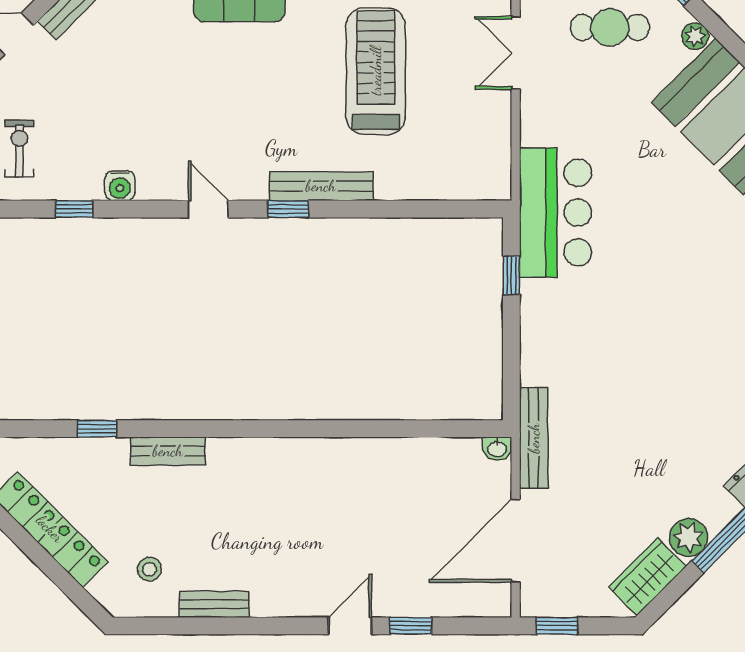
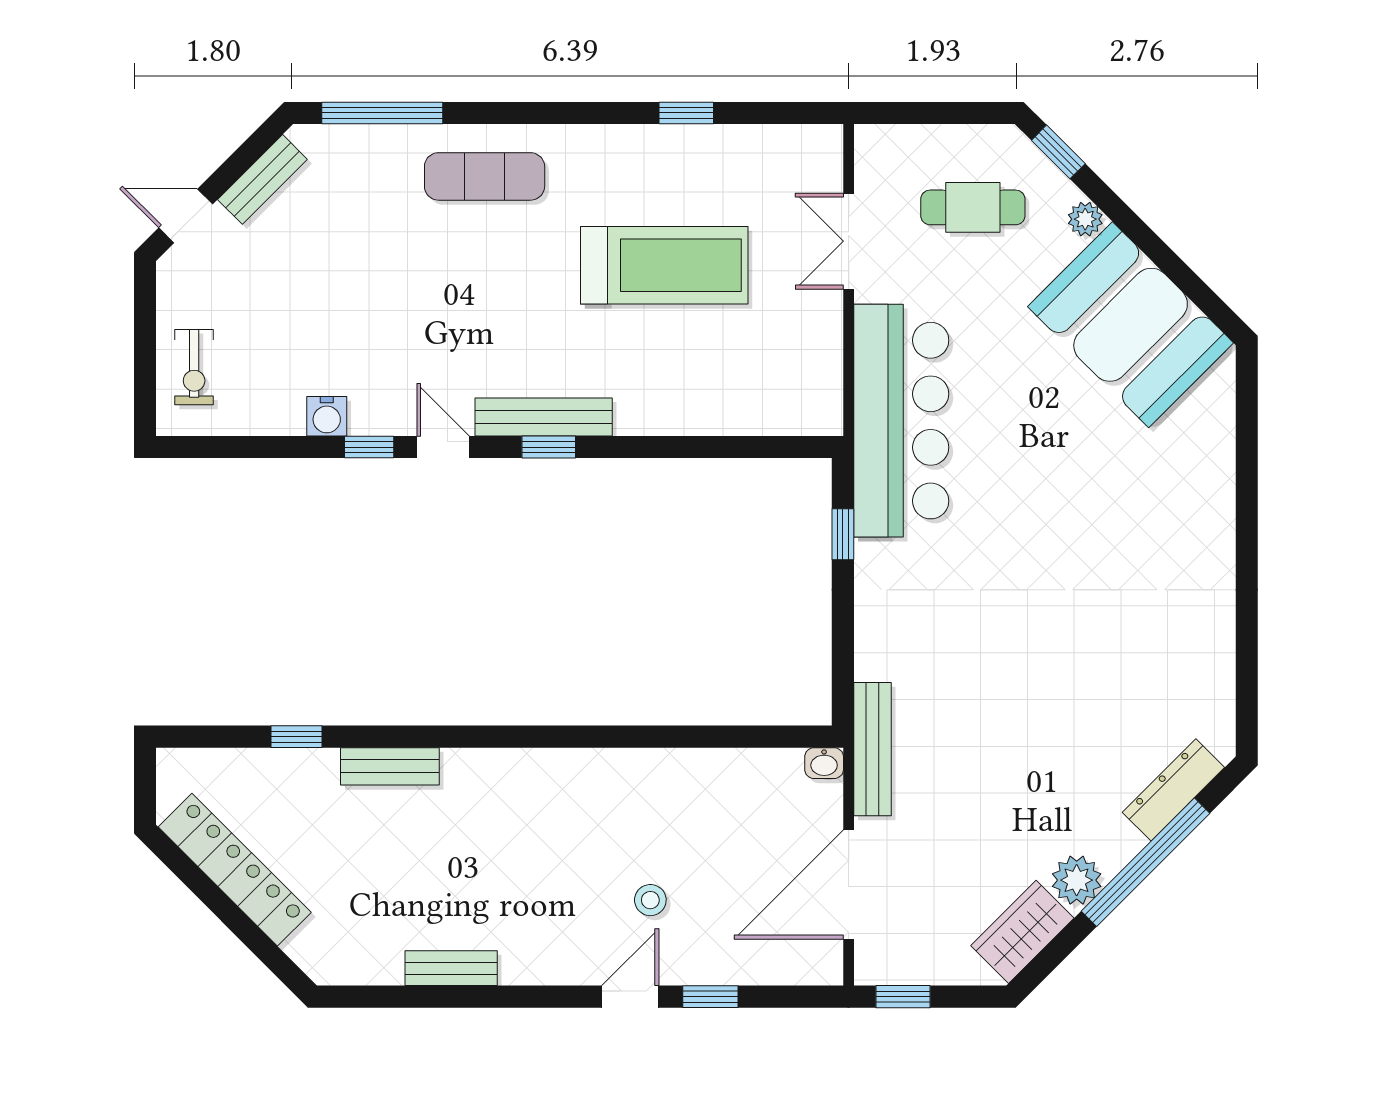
treadmill: (376, 71) -> (664, 265), turned 90
exercise bike: (19, 148) -> (194, 367), turned 180
bench: (321, 186) -> (544, 417), moved
window: (74, 209) -> (369, 447), moved
bar counter: (556, 213) -> (901, 421), width x1.36
stool: (149, 569) -> (650, 900), moved

